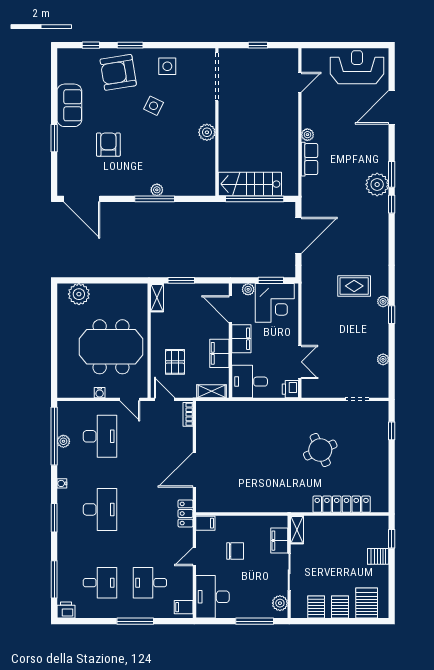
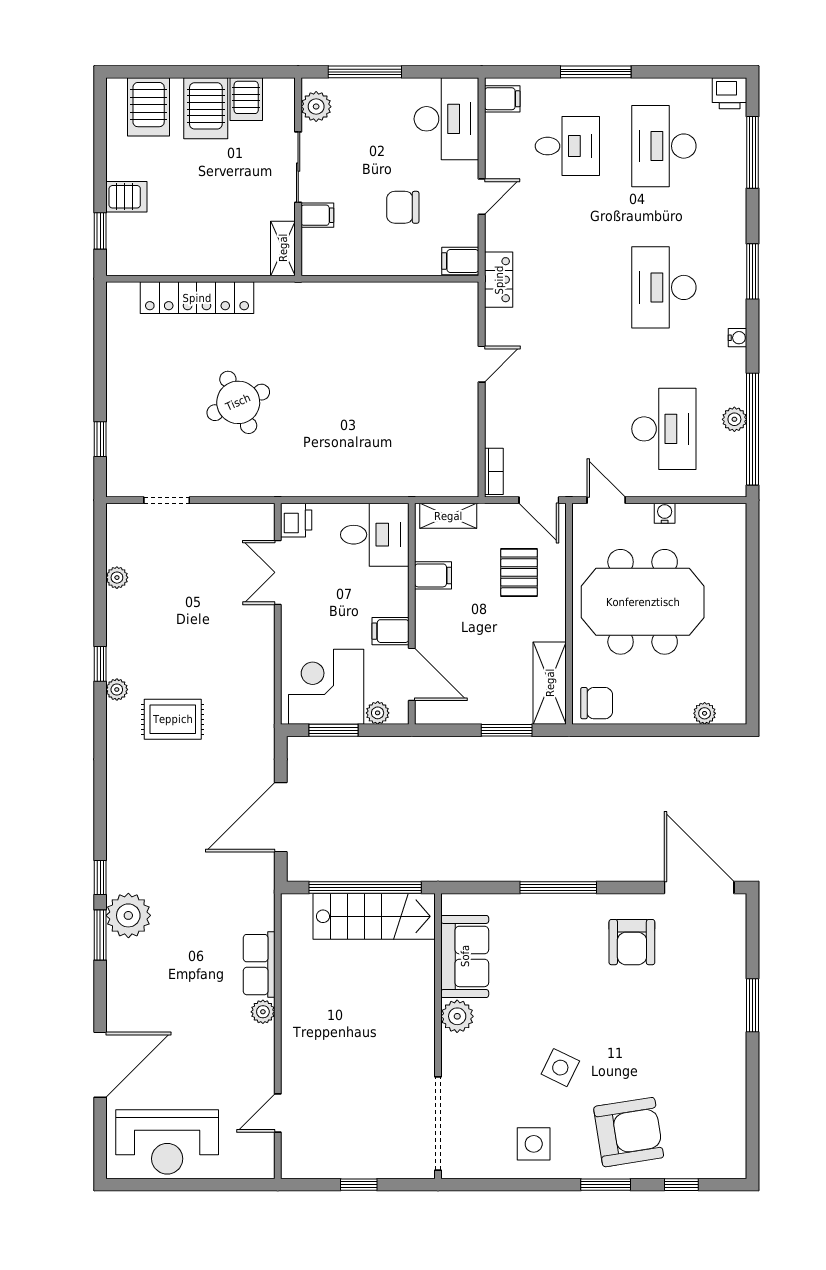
sofa: (69, 105) -> (465, 956), moved, turned 180
armchair: (108, 145) -> (632, 942), moved
plant: (157, 190) -> (554, 905), removed
plant: (79, 294) -> (705, 713), width x0.53, depth x0.53
chair: (135, 294) -> (597, 703), added
shelving: (157, 298) -> (550, 683), width x1.50, depth x1.33
filing cabinet: (241, 339) -> (391, 631), width x0.50
filing cabinet: (219, 353) -> (433, 575), width x0.50
desk: (100, 436) -> (664, 429), turned 180
door: (194, 470) -> (482, 364), width x0.53
filing cabinet: (279, 541) -> (317, 215), width x0.50
desk: (100, 583) -> (664, 146), width x1.37
server rack: (340, 607) -> (206, 108), width x1.36, depth x1.44

